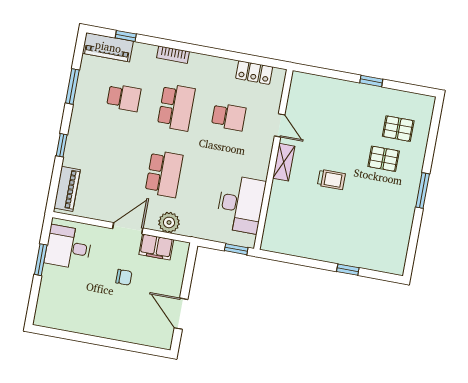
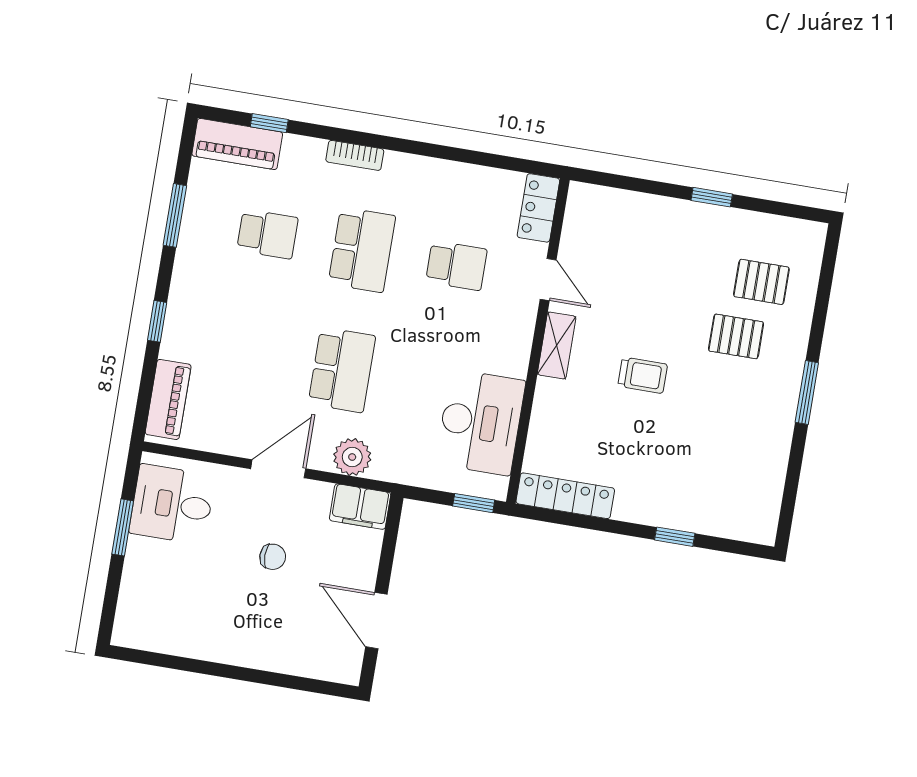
locker: (254, 73) -> (538, 208), moved, turned 90
locker: (287, 246) -> (565, 496), added
filing cabinet: (156, 247) -> (360, 507), moved

